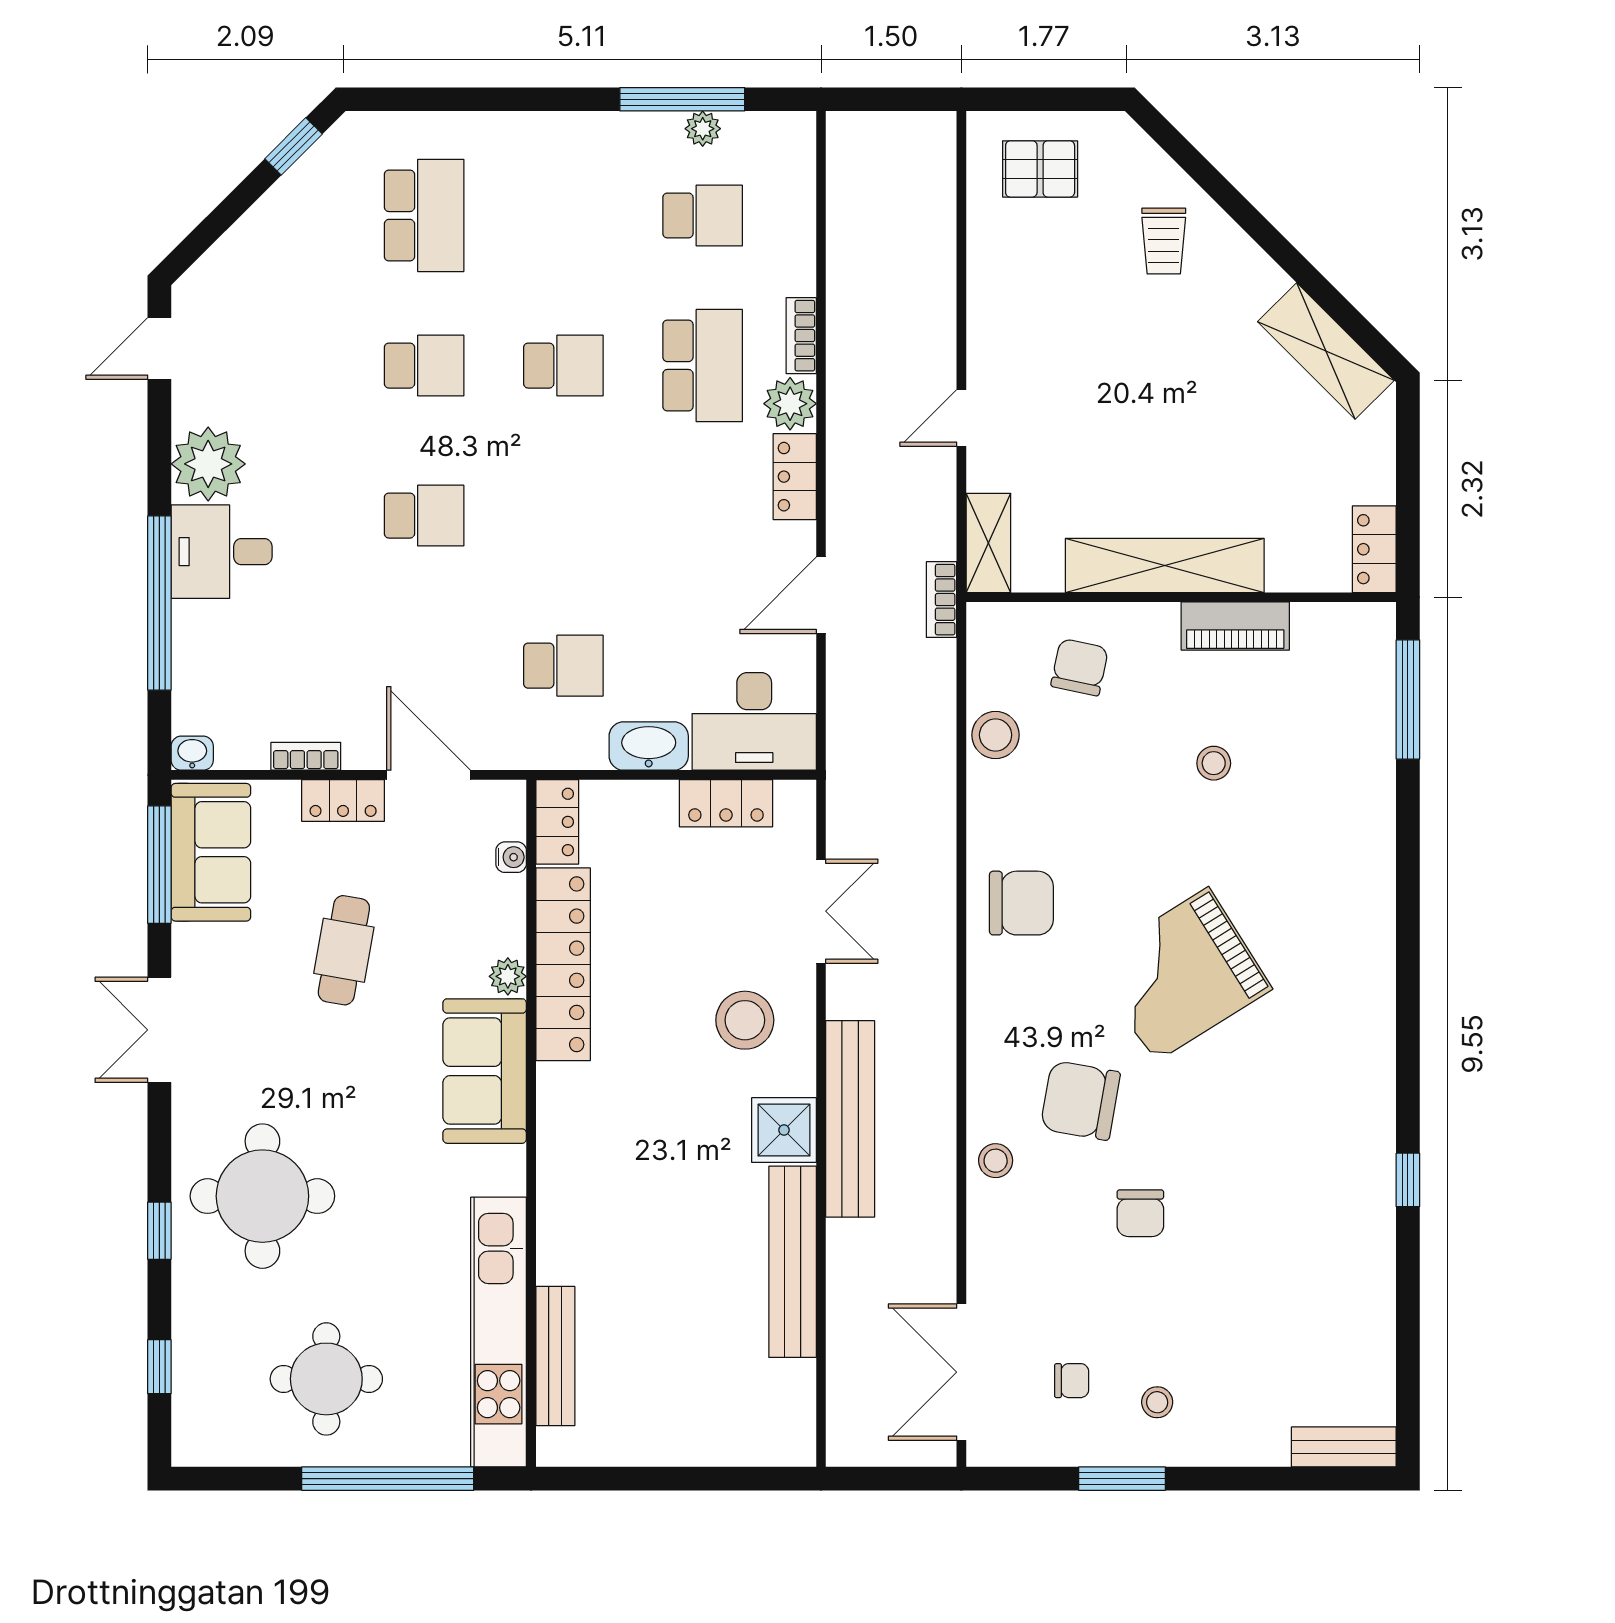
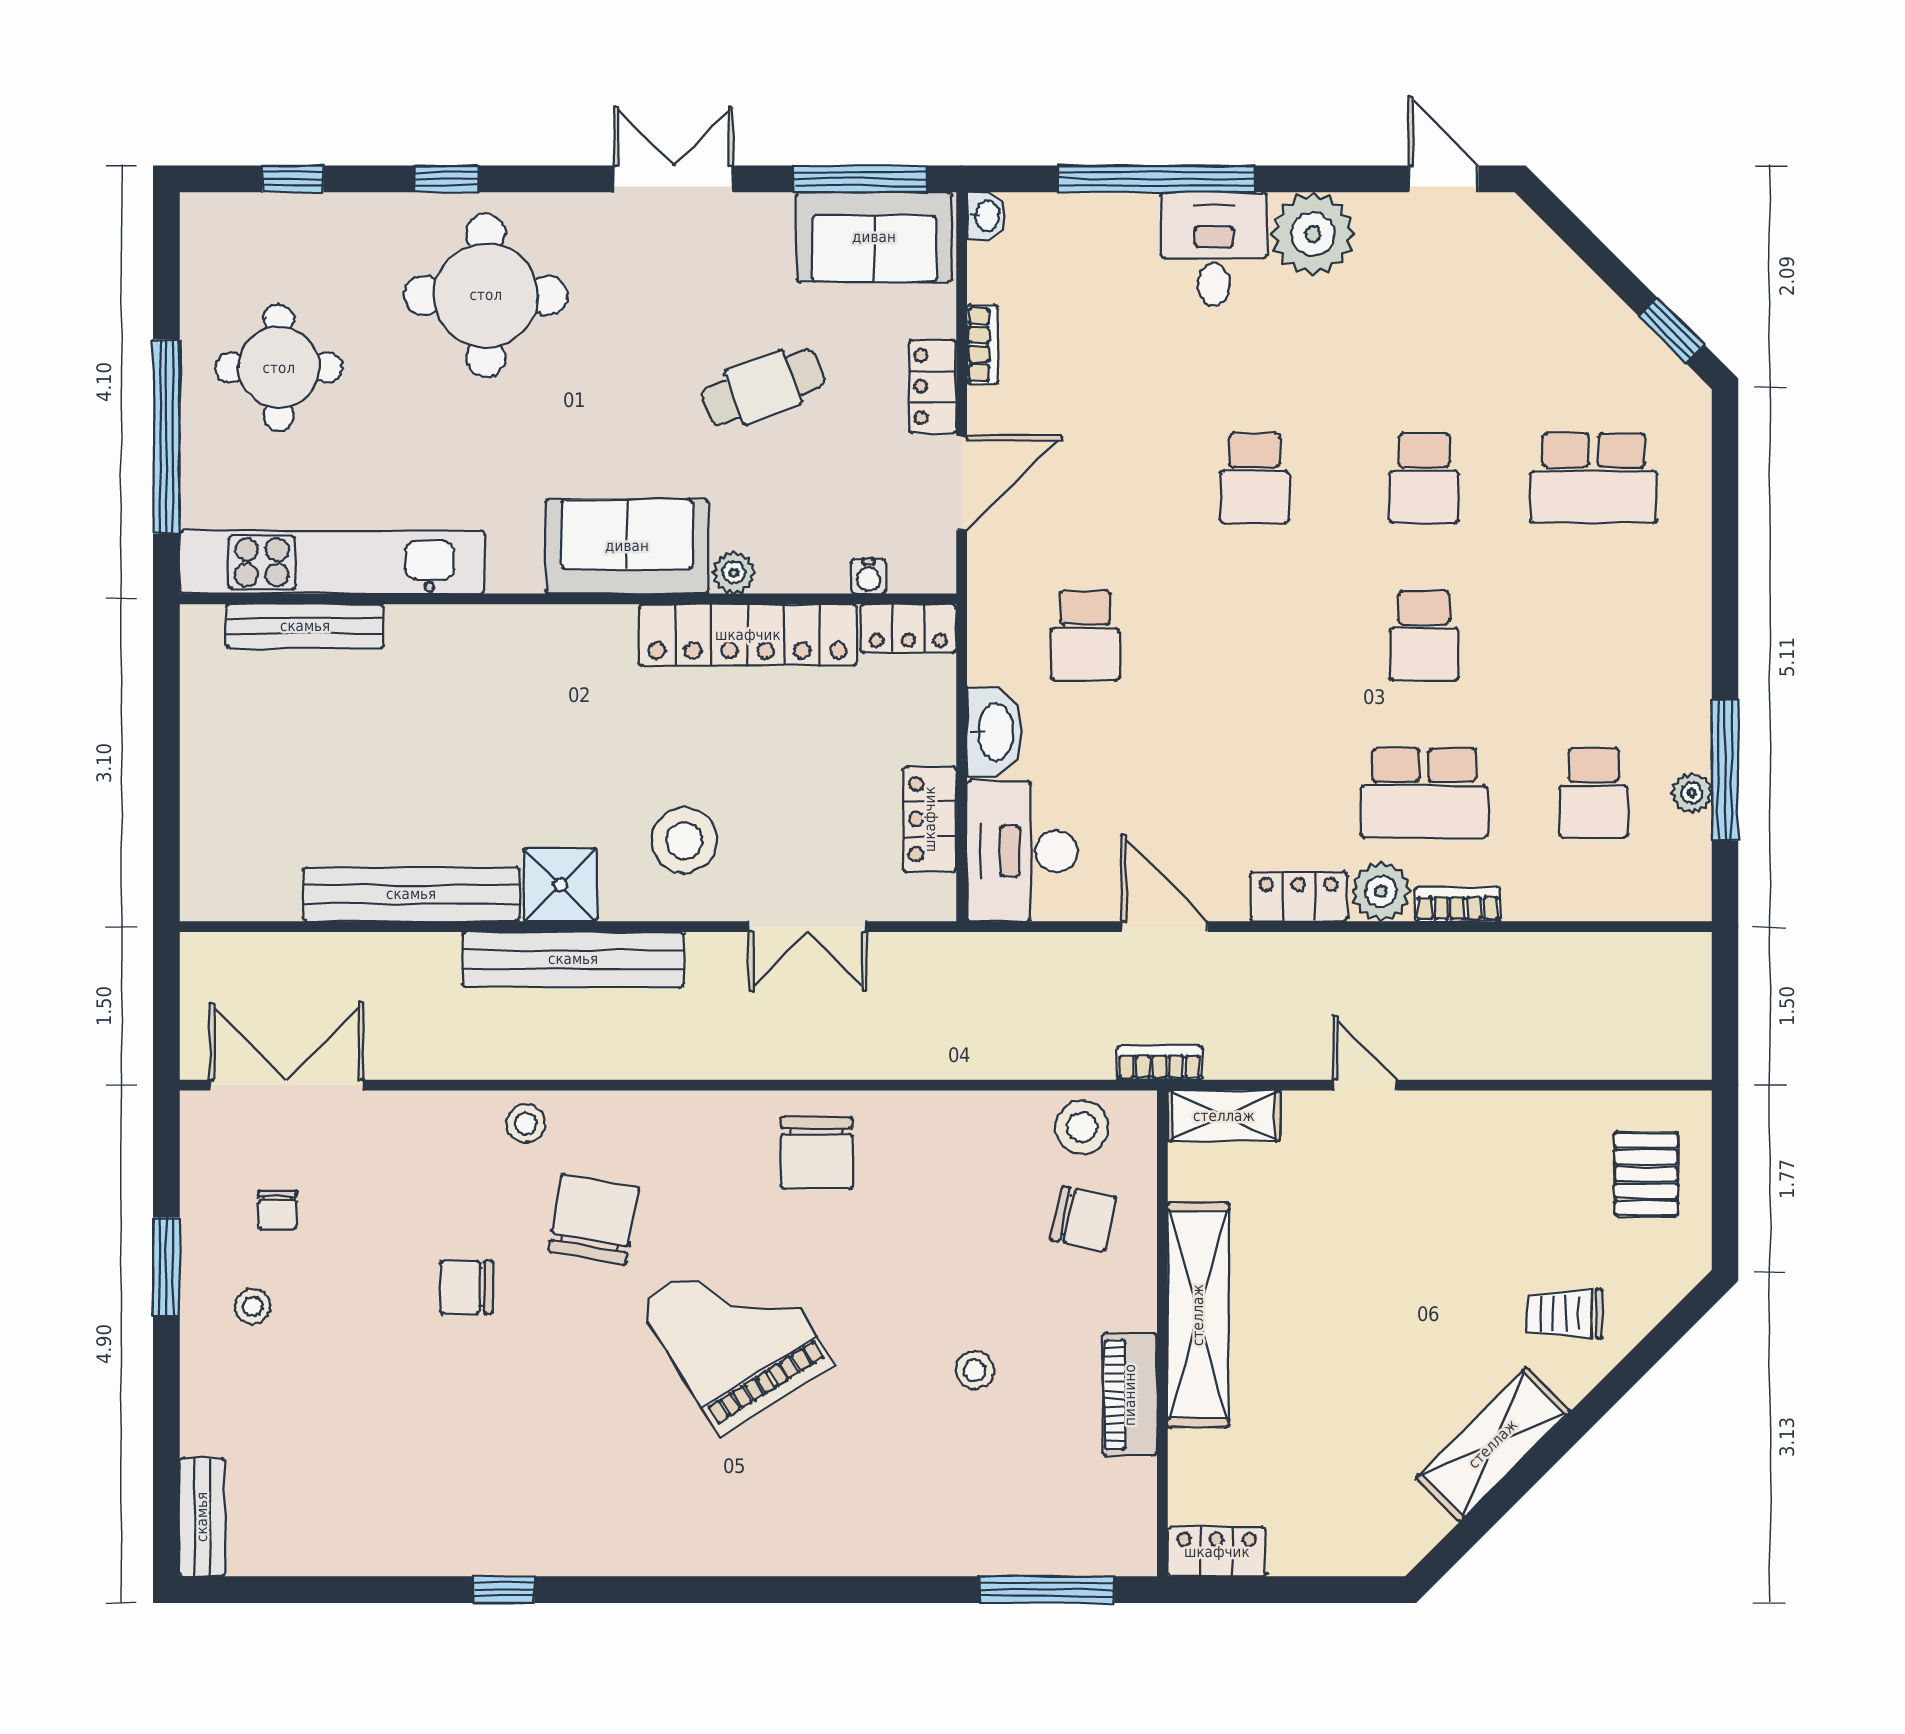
shelving: (1326, 351) -> (1493, 1444), moved
stool: (996, 735) -> (1082, 1127), moved
cafe table: (344, 950) -> (763, 387), turned -31

